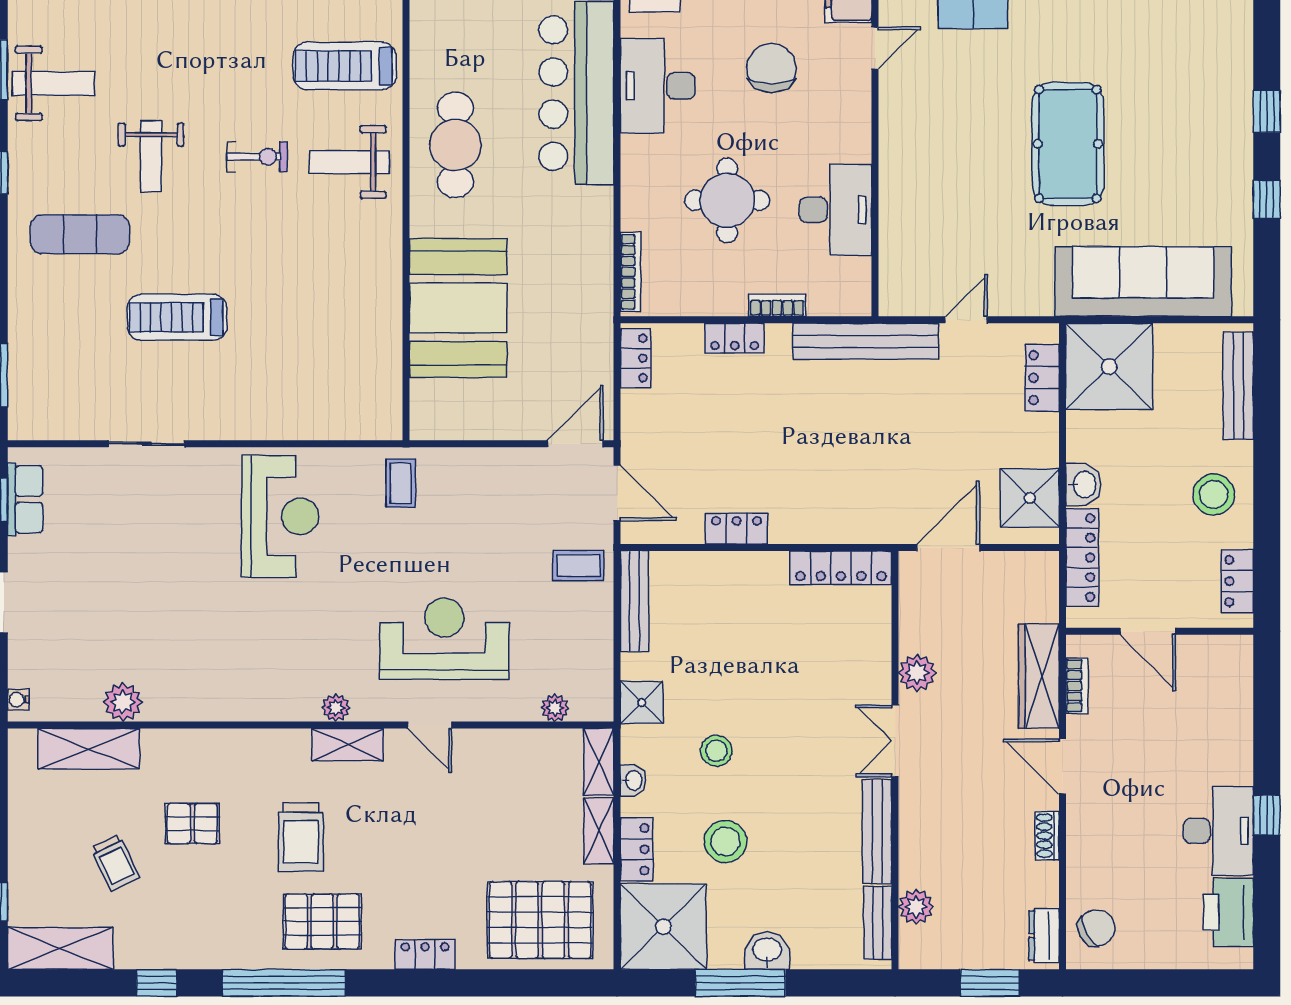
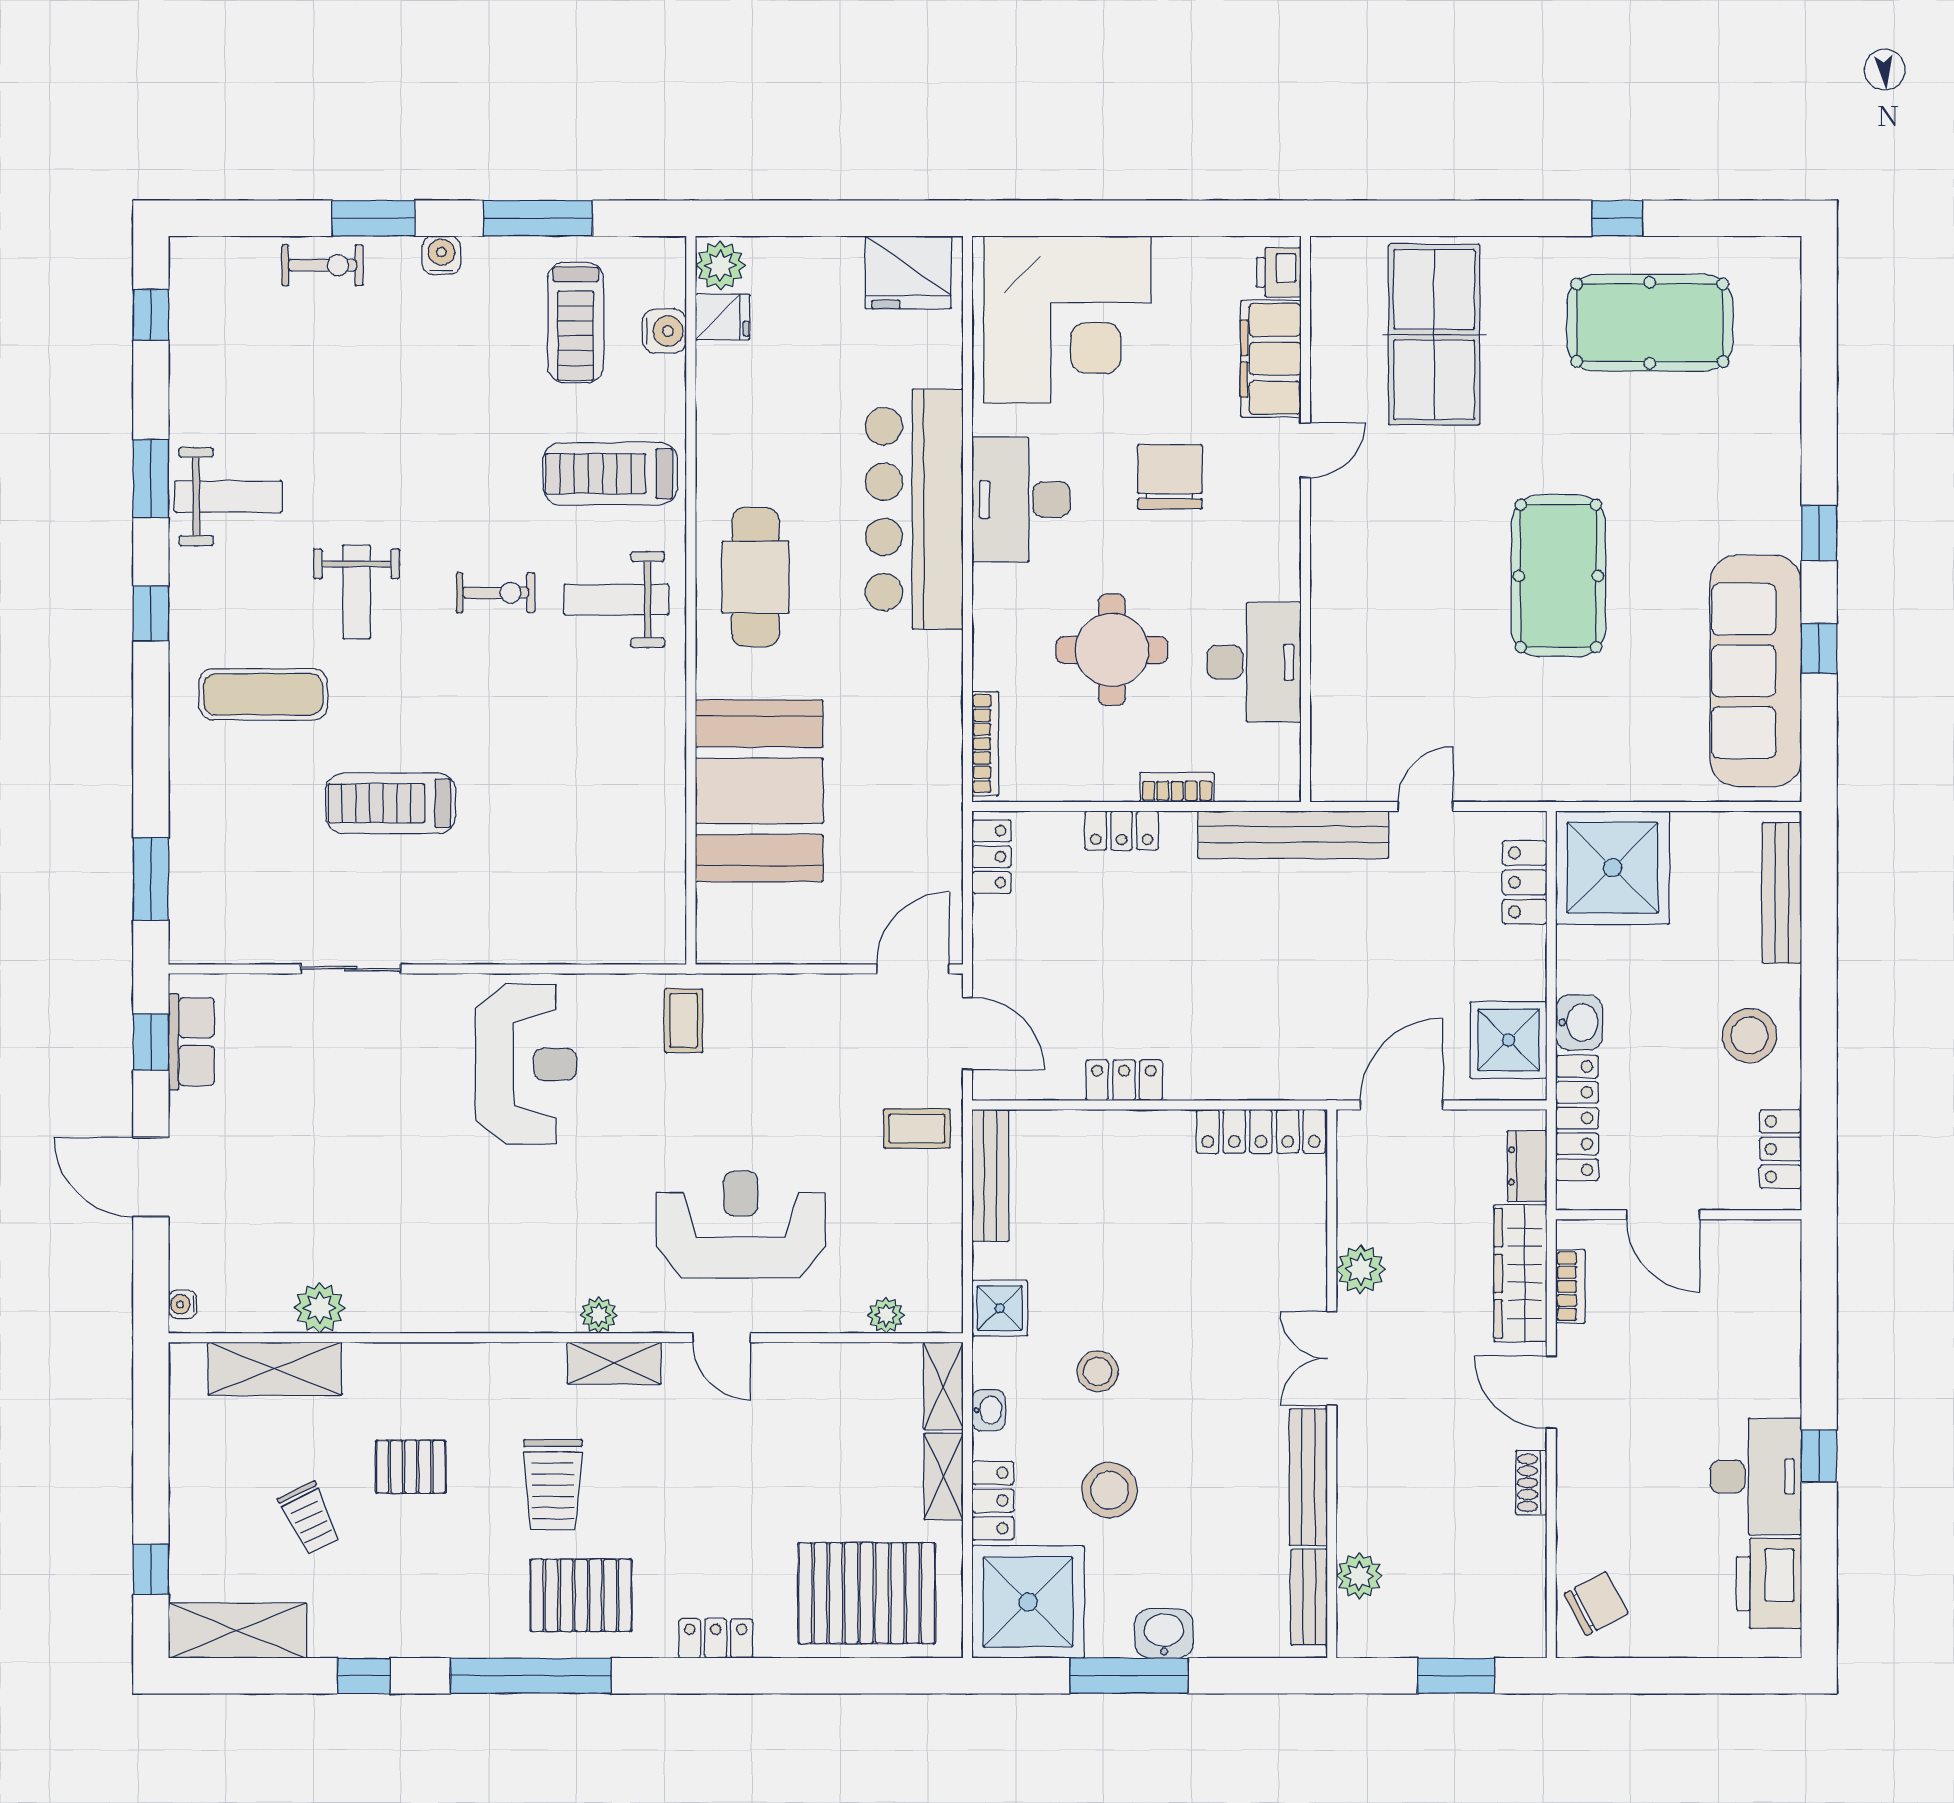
sofa: (1143, 281) -> (1756, 671), moved, turned -90
dresser: (1044, 936) -> (1527, 1166), moved

